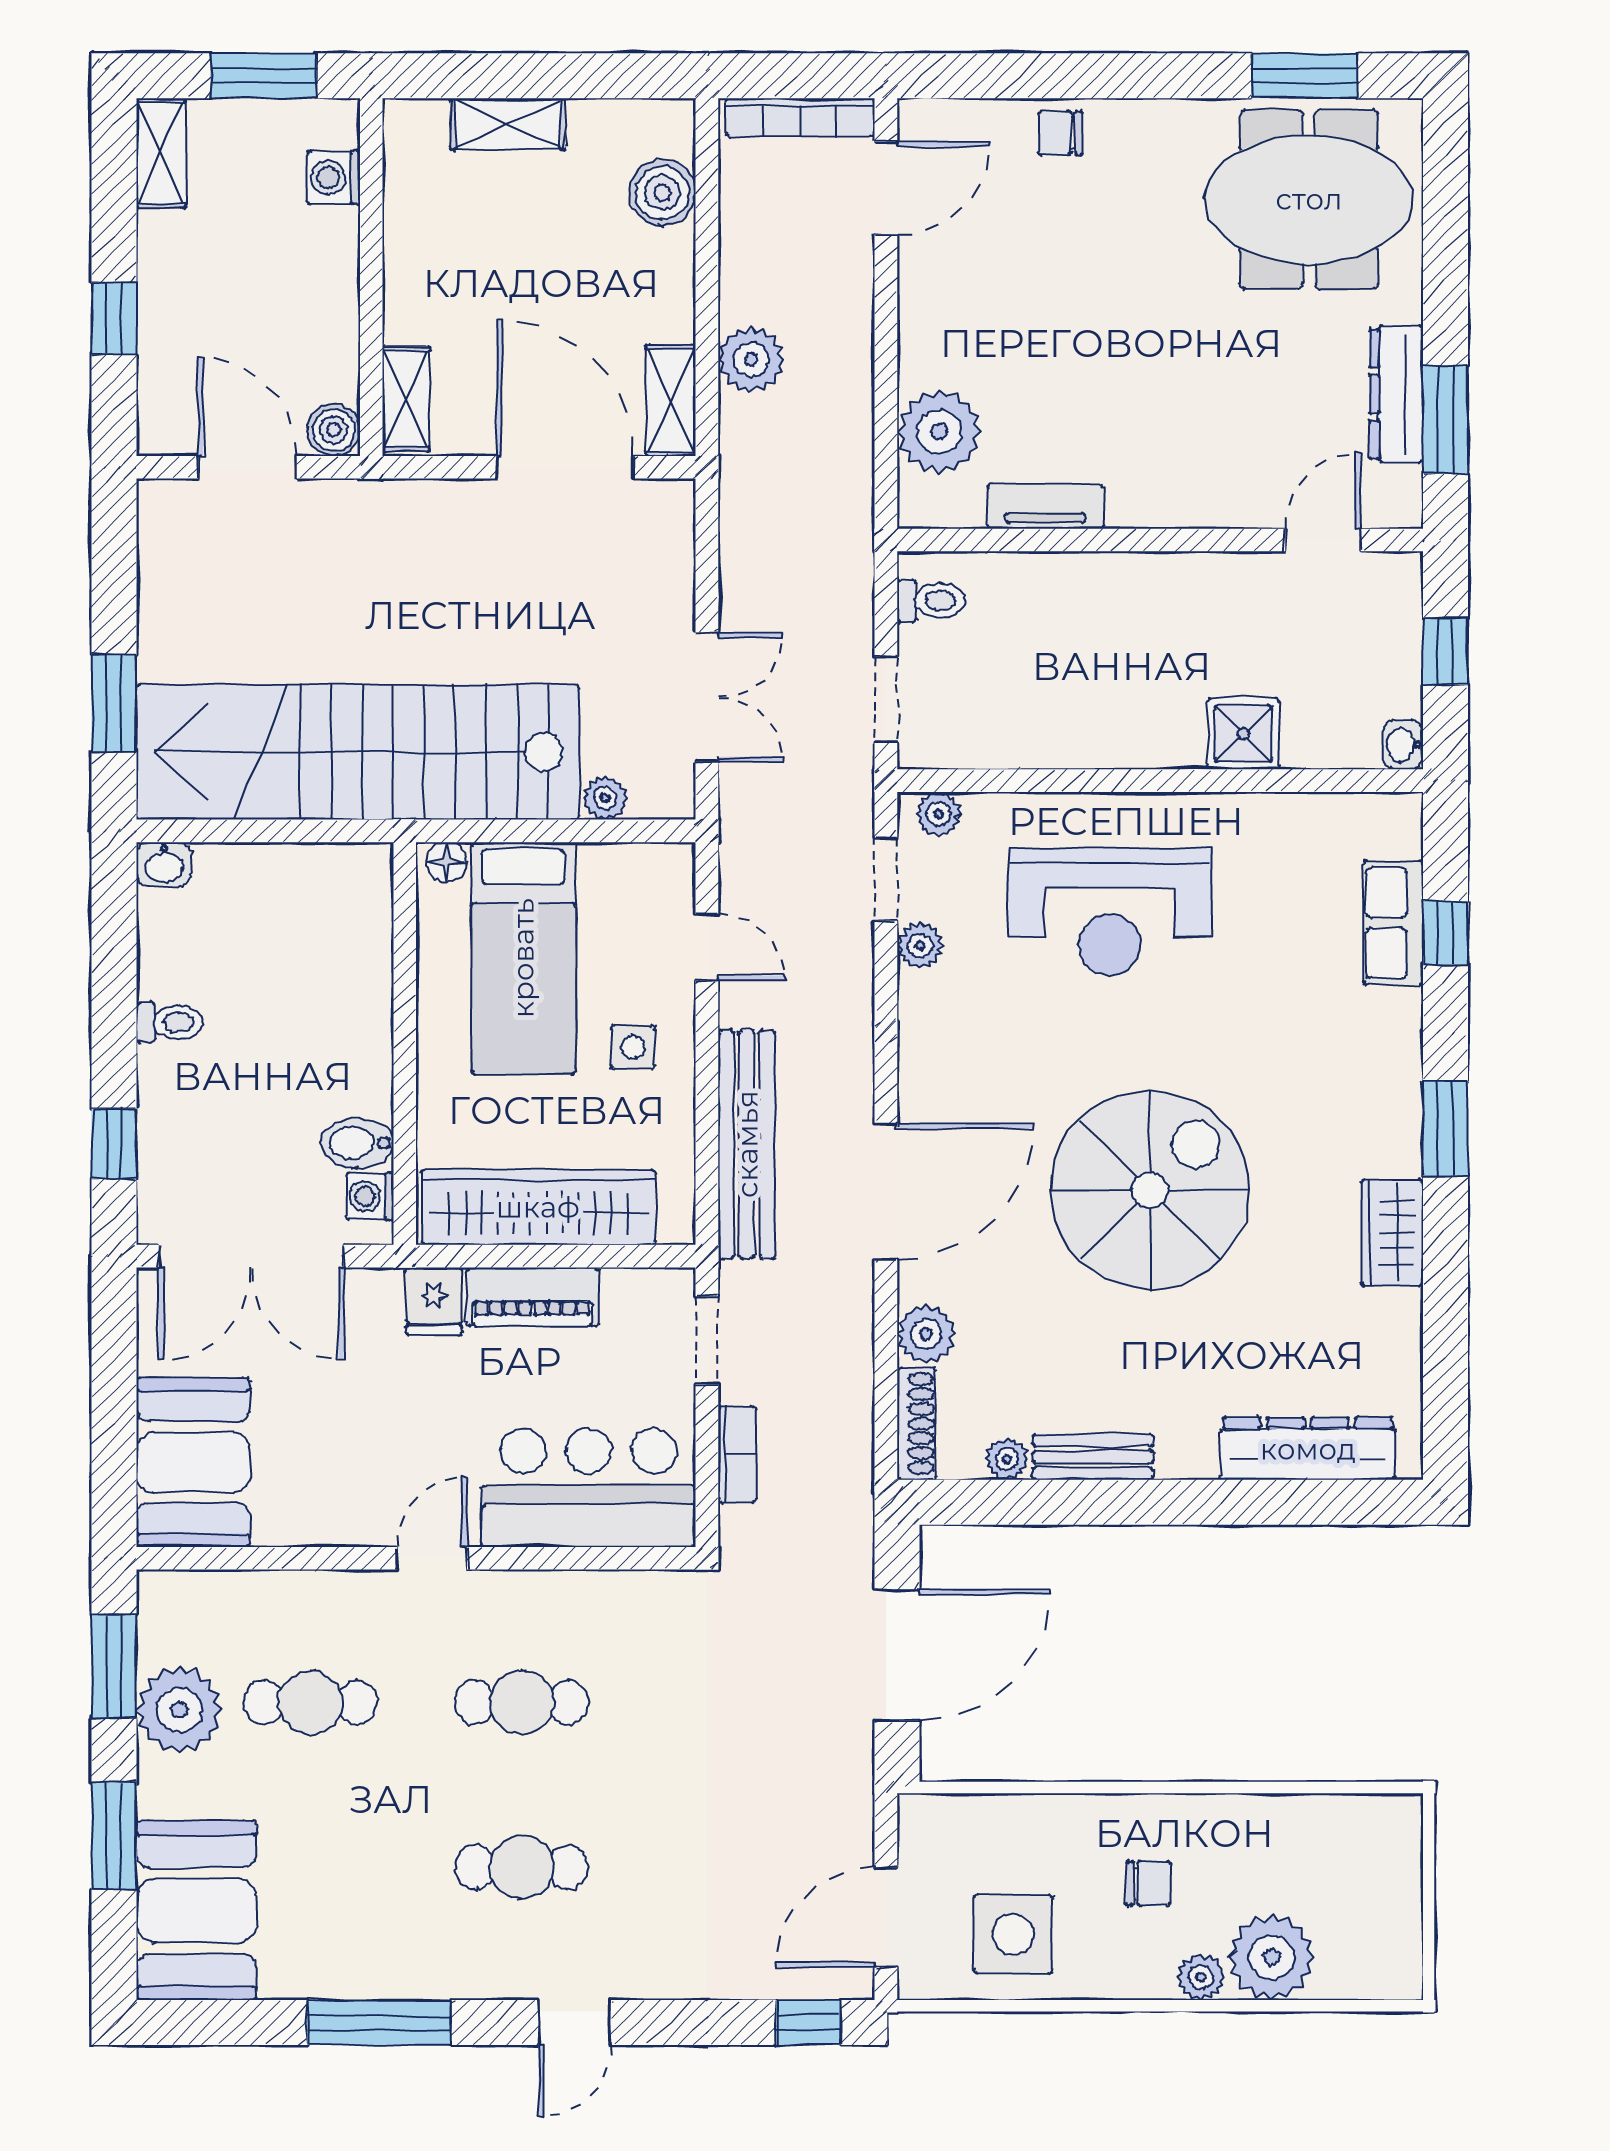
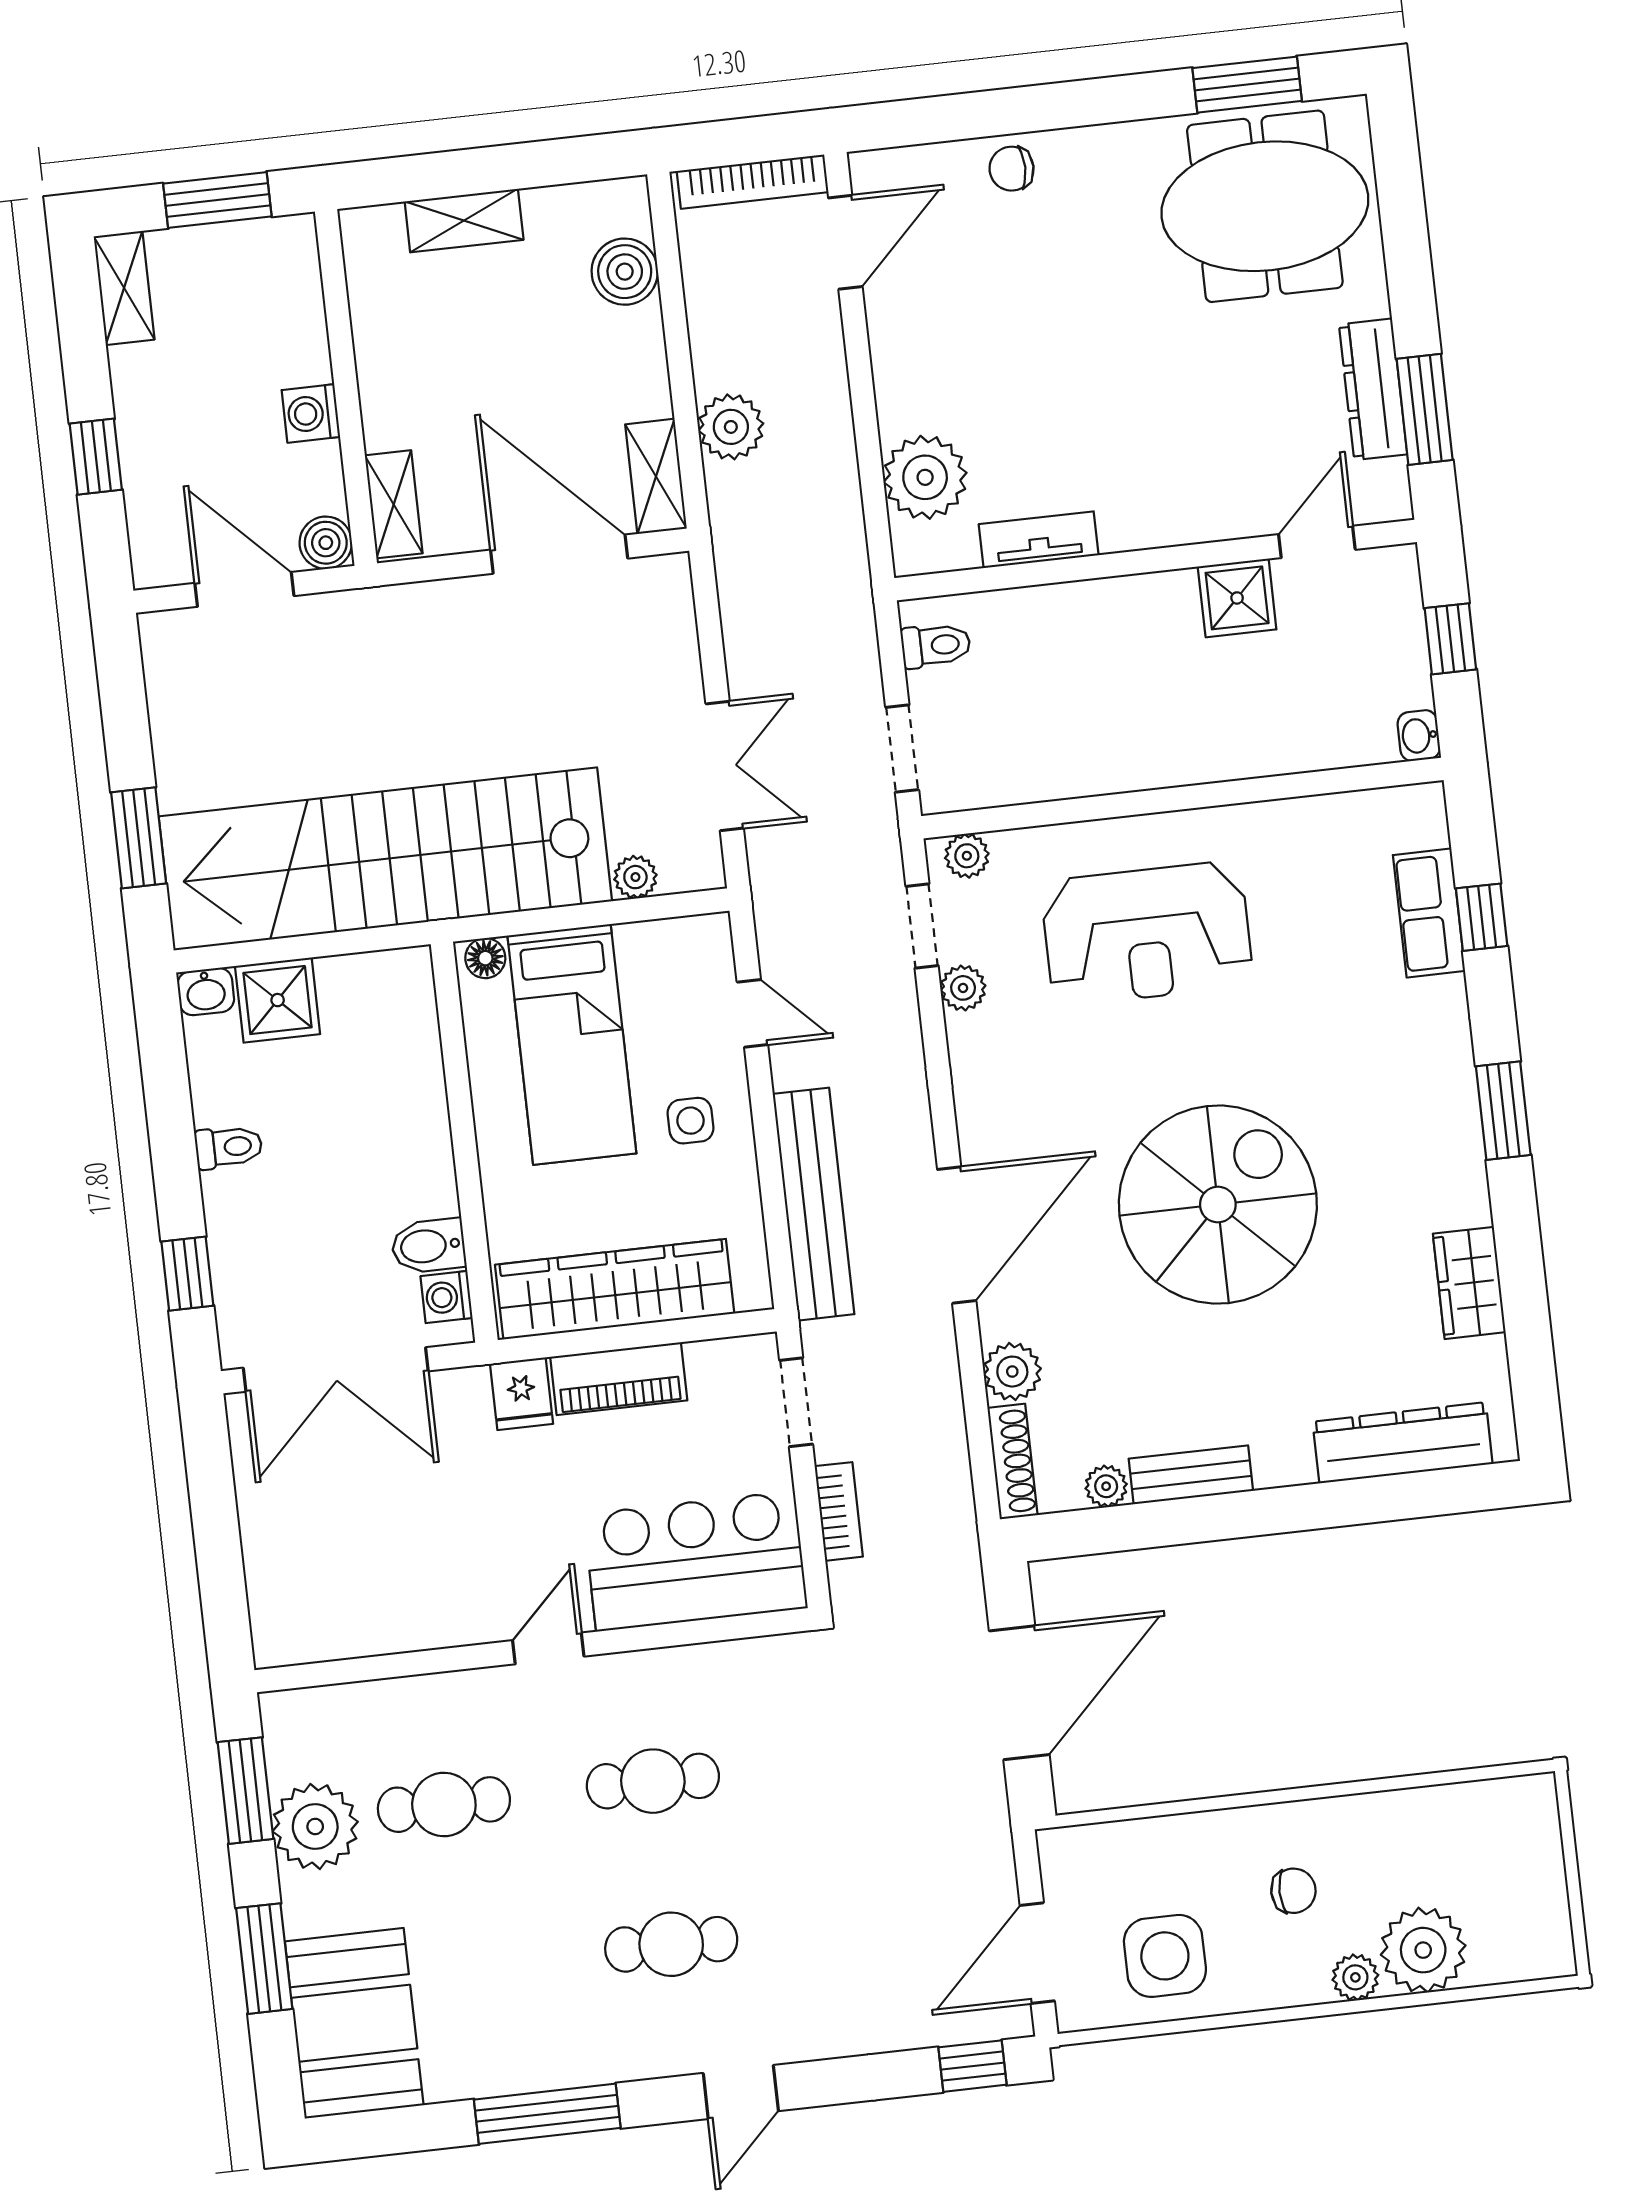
washing machine: (333, 178) -> (311, 413), moved
shower: (1243, 734) -> (1237, 598), moved
shower: (234, 881) -> (278, 1000), added
wardrobe: (1392, 1233) -> (1469, 1283), moved
booth: (193, 1462) -> (301, 1580), removed

